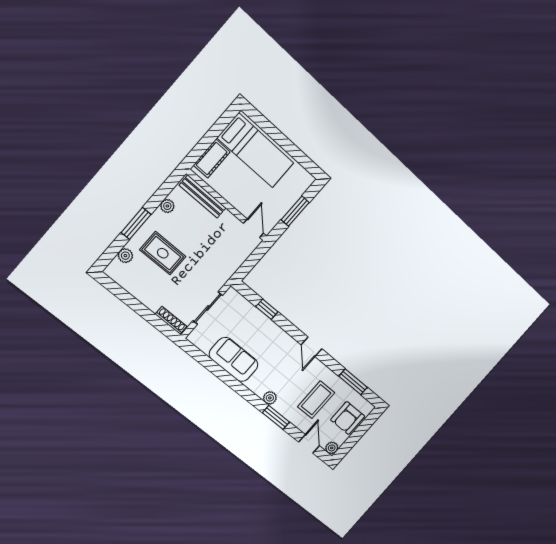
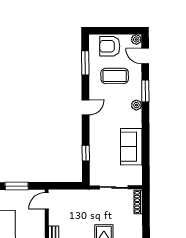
armchair: (348, 418) -> (110, 46), turned 180
door: (309, 444) -> (145, 56), hinge flipped

